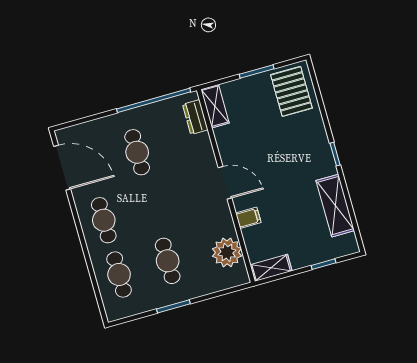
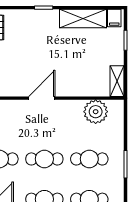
cafe table: (152, 207) -> (44, 159), added
filing cabinet: (248, 218) -> (114, 18), moved, turned 180

